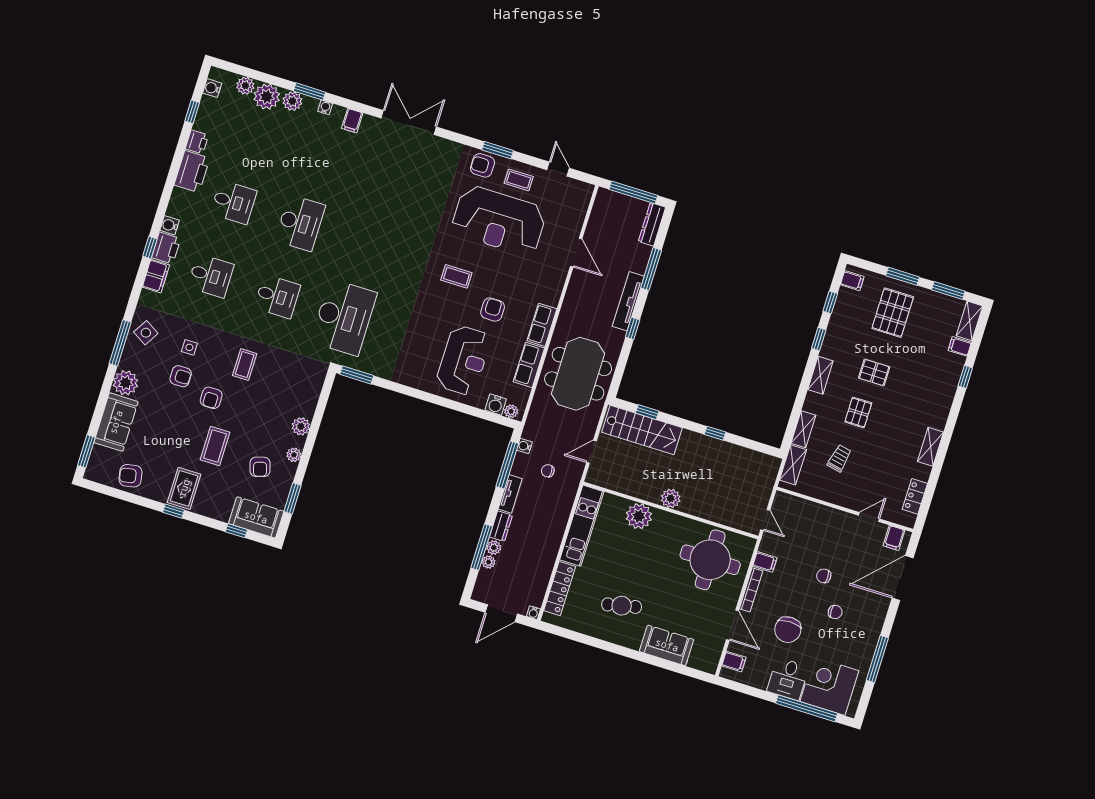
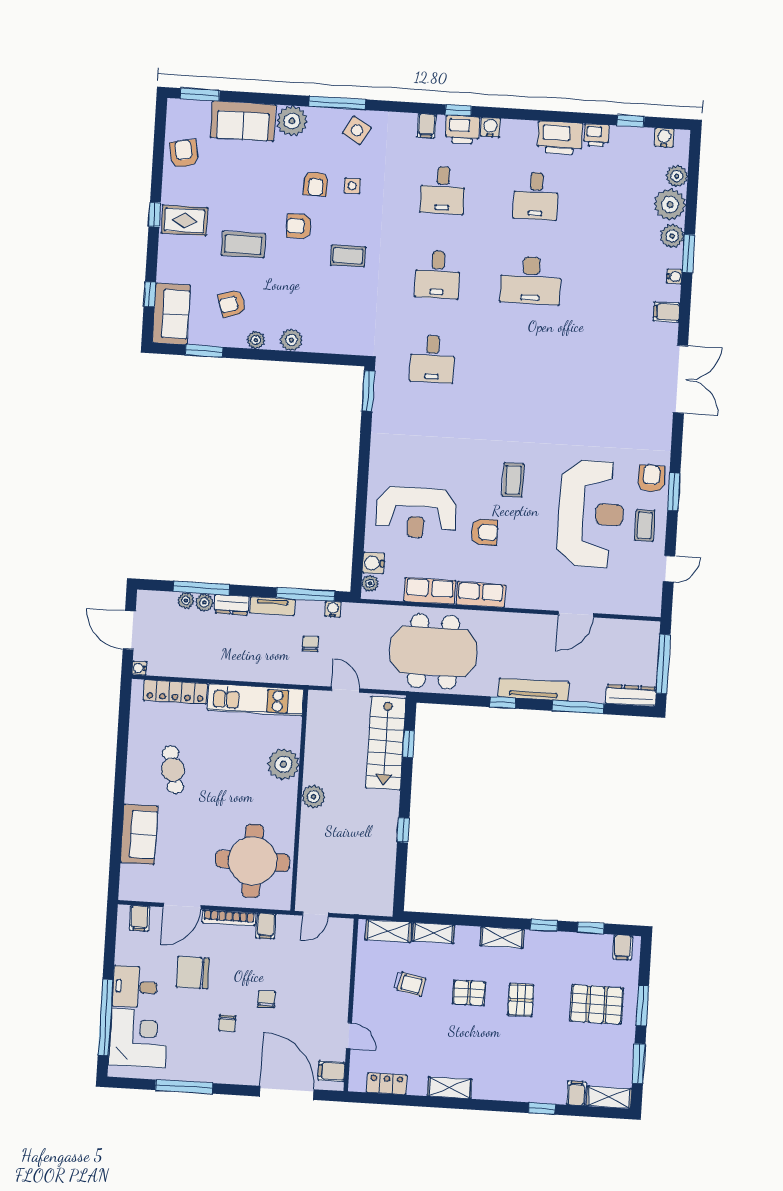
reception desk: (499, 221) -> (591, 514), turned 180
filing cabinet: (156, 276) -> (427, 126), width x0.50
desk: (344, 317) -> (432, 359), width x0.53, depth x0.77

